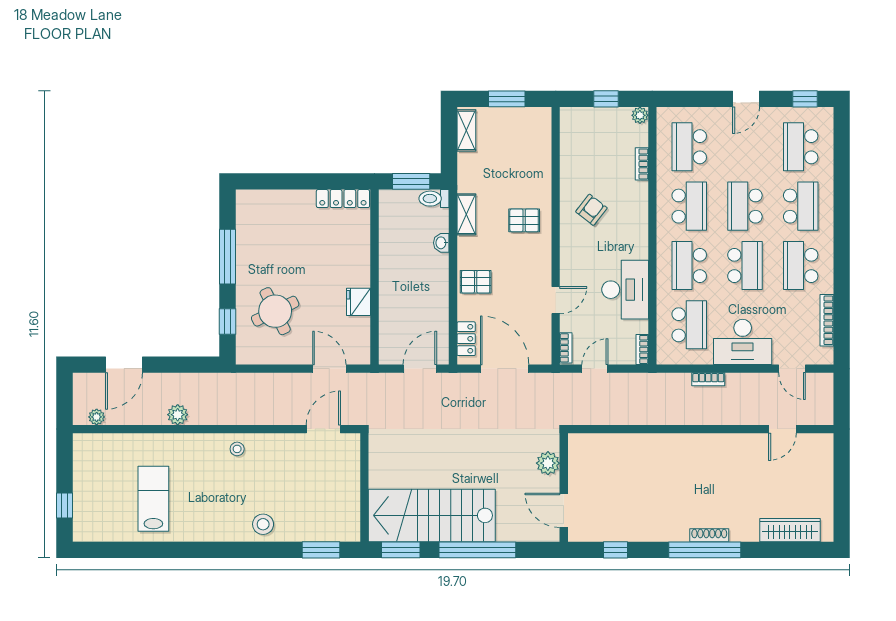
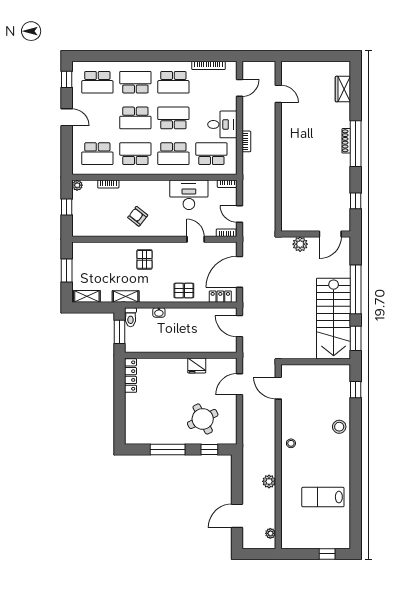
shelving: (466, 214) -> (126, 296), moved
pallet: (476, 282) -> (184, 291), turned 90
desk: (743, 342) -> (222, 124), width x0.73
door: (124, 365) -> (237, 516), swing flipped
wardrobe: (790, 530) -> (343, 89), width x0.67
window: (321, 550) -> (356, 390), width x0.67

